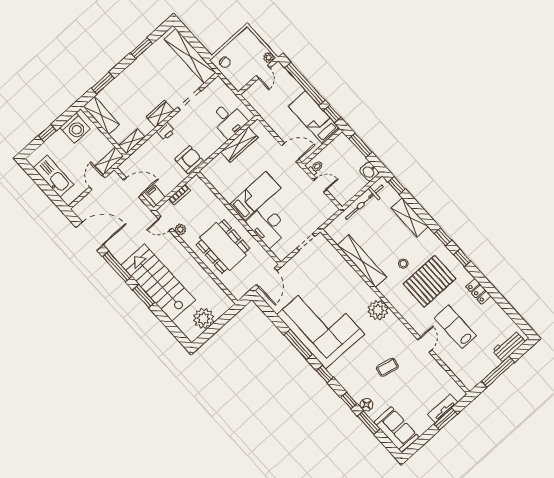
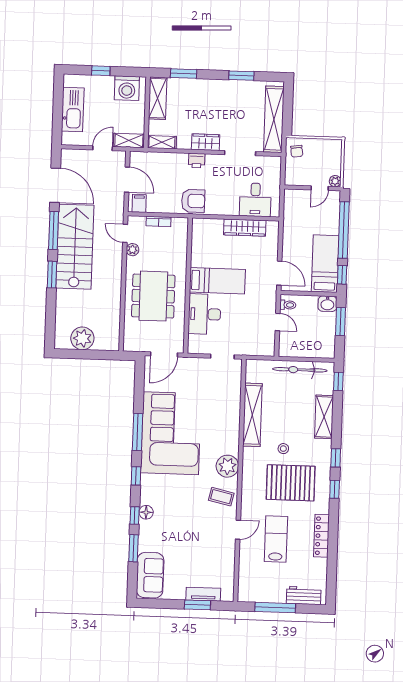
washbasin: (369, 172) -> (327, 304), moved, turned -90
stairs: (158, 283) -> (75, 247), moved
locker: (478, 291) -> (321, 536), width x1.53
coffee table: (387, 367) -> (221, 497), moved
floor lamp: (366, 405) -> (146, 512), moved

